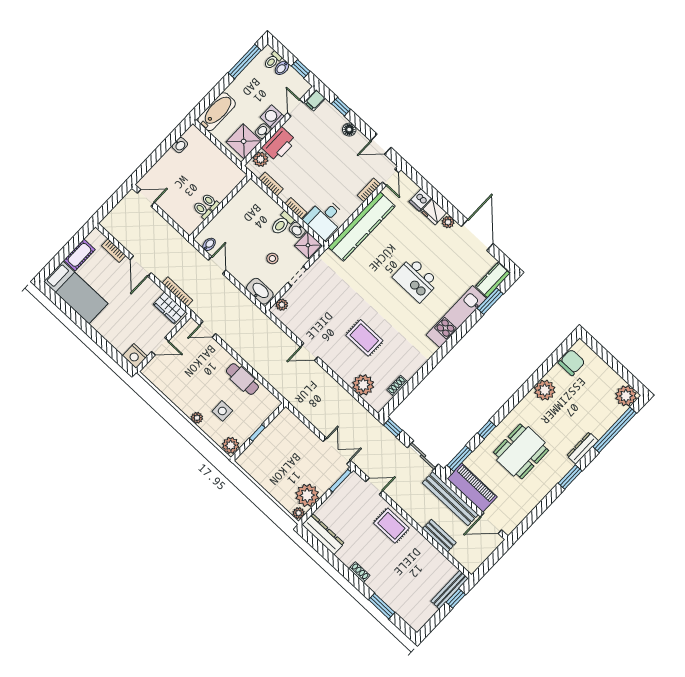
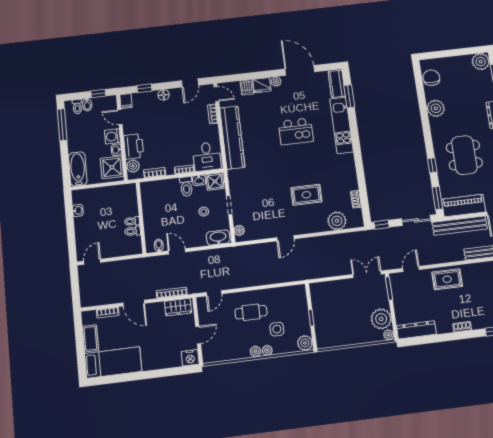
cafe table: (242, 379) -> (251, 312), moved
plant: (188, 408) -> (256, 351), added

